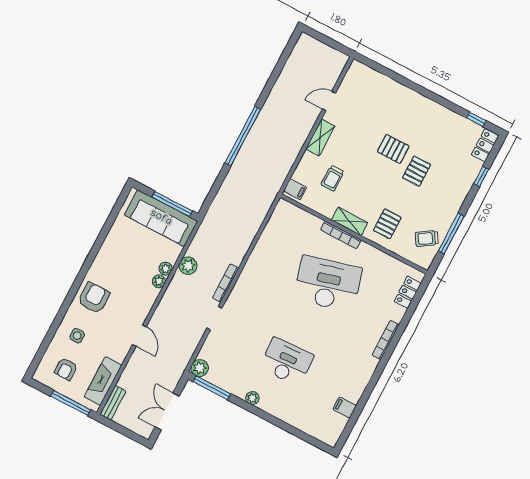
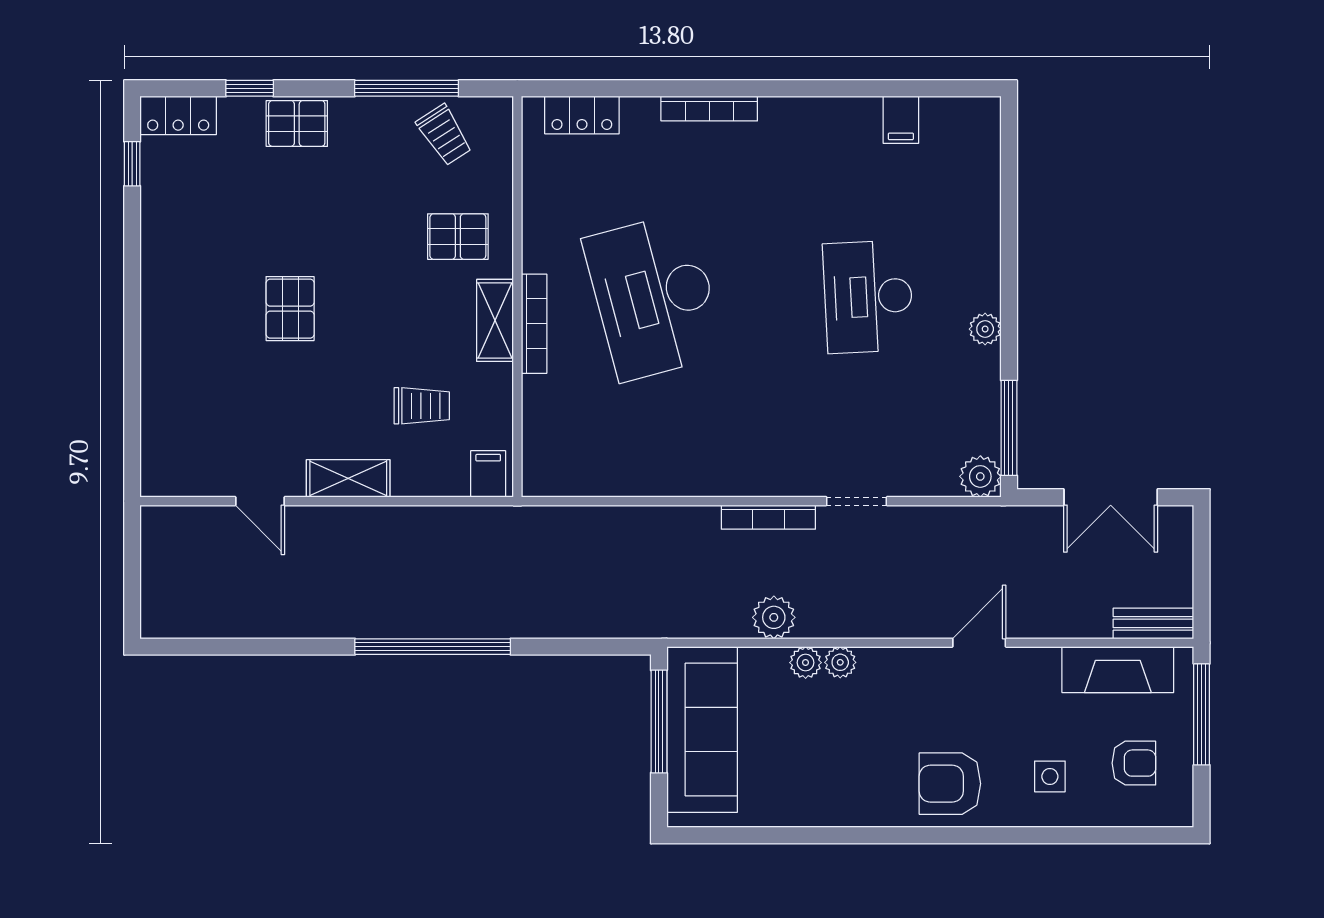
pallet: (417, 171) -> (297, 123), moved

